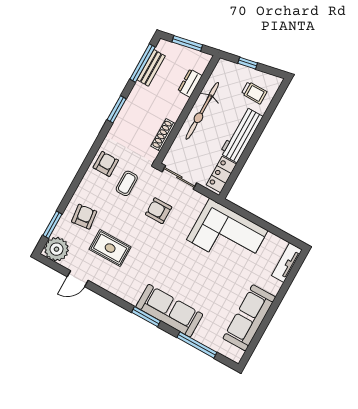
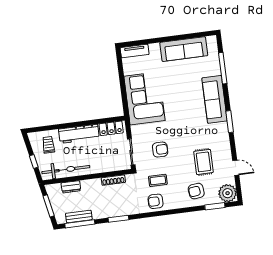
bicycle: (202, 111) -> (66, 170), moved
armchair: (159, 211) -> (160, 150), turned -90
window: (146, 317) -> (230, 122), moved

